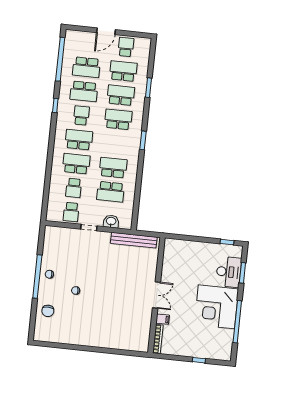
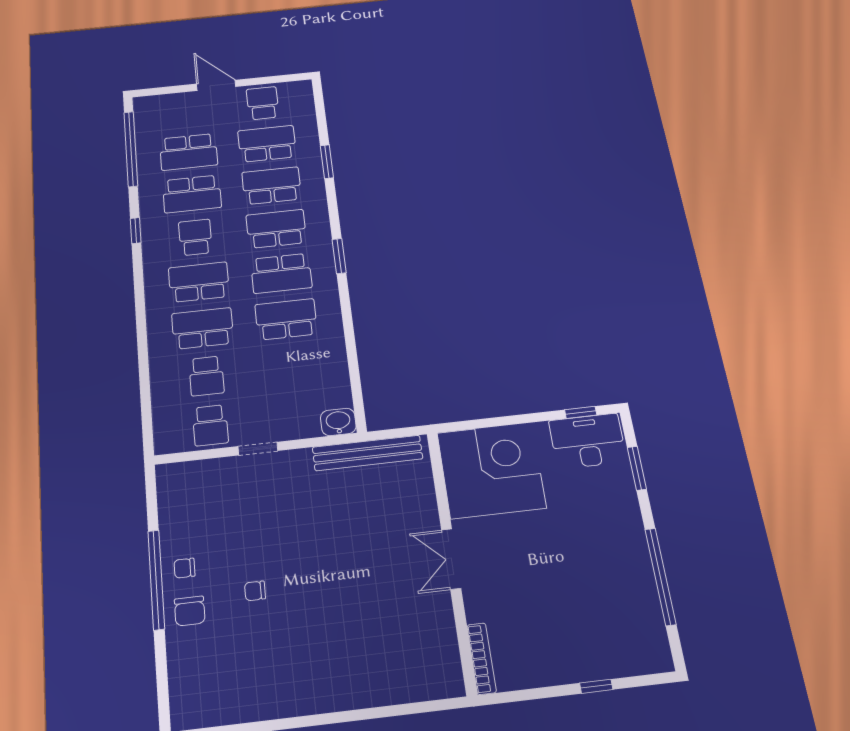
door: (106, 31) -> (216, 85), swing flipped
school desk: (111, 192) -> (281, 273), moved
washbasin: (111, 221) -> (338, 422), moved
desk: (229, 272) -> (588, 441), moved, turned -90
double door: (156, 295) -> (451, 559), swing flipped
corner desk: (216, 307) -> (491, 470), moved, turned 180
chair: (48, 311) -> (190, 611), moved
filing cabinet: (163, 319) -> (480, 610), removed

